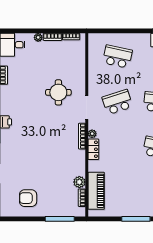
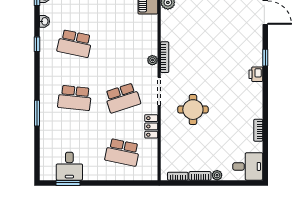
locker: (93, 149) -> (151, 126), moved

